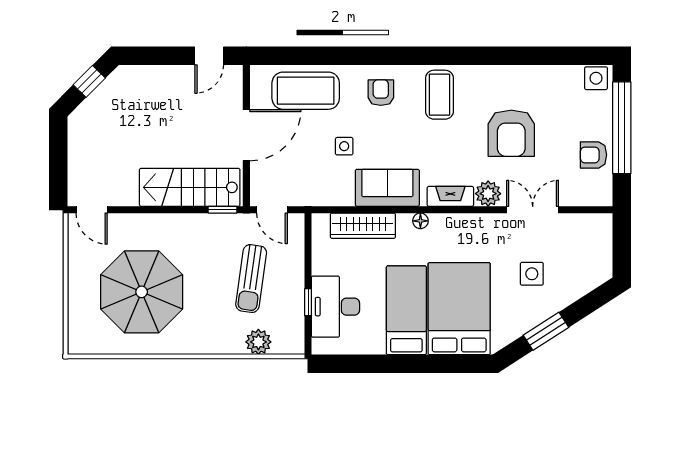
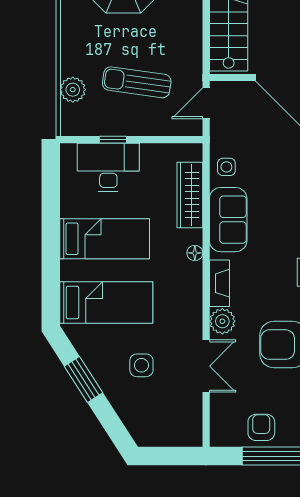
side table: (344, 146) -> (226, 167), moved
window: (223, 210) -> (206, 53), removed
bed: (459, 309) -> (106, 302), width x0.67

